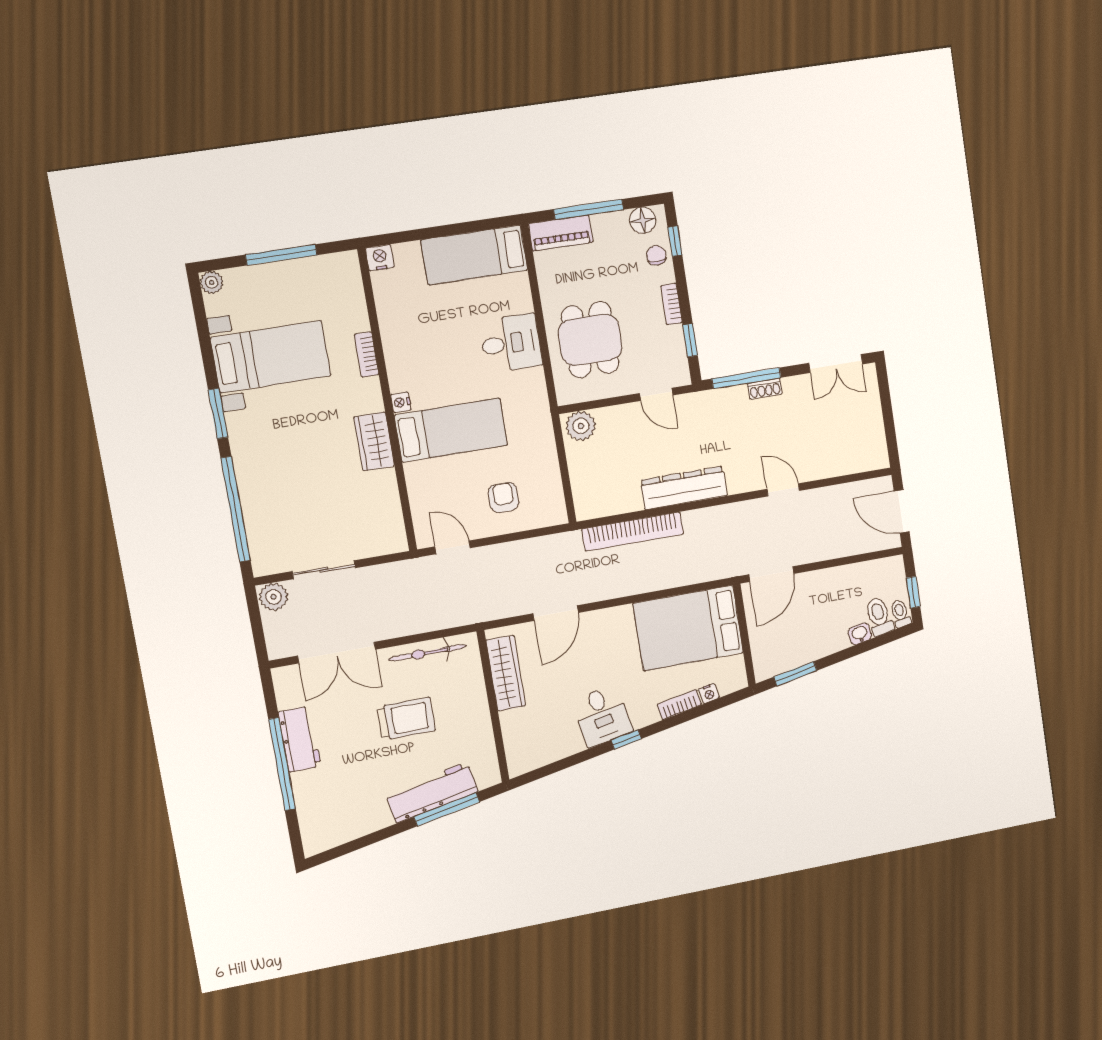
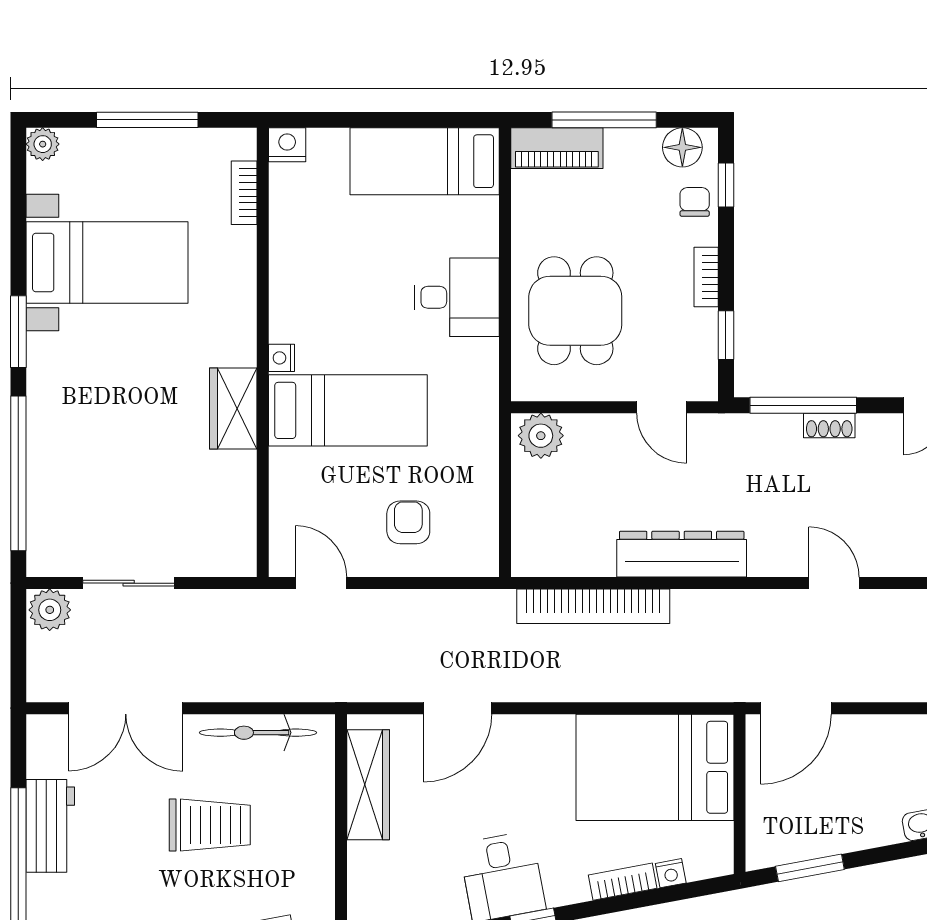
bookcase: (367, 354) -> (244, 193), moved

